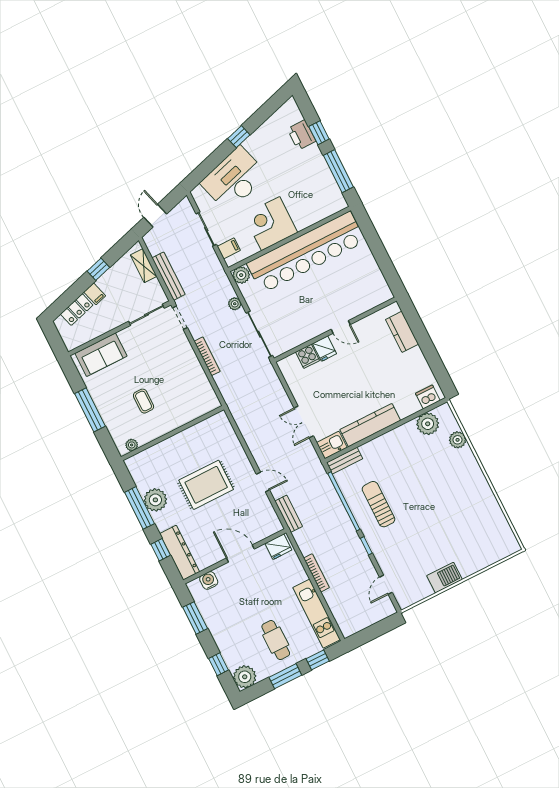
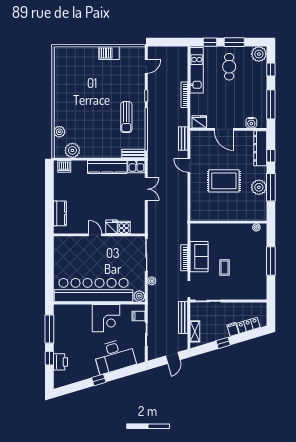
sofa: (101, 355) -> (199, 257), moved, turned 90
coffee table: (144, 401) -> (224, 267), moved
window: (195, 618) -> (271, 104), width x1.44

